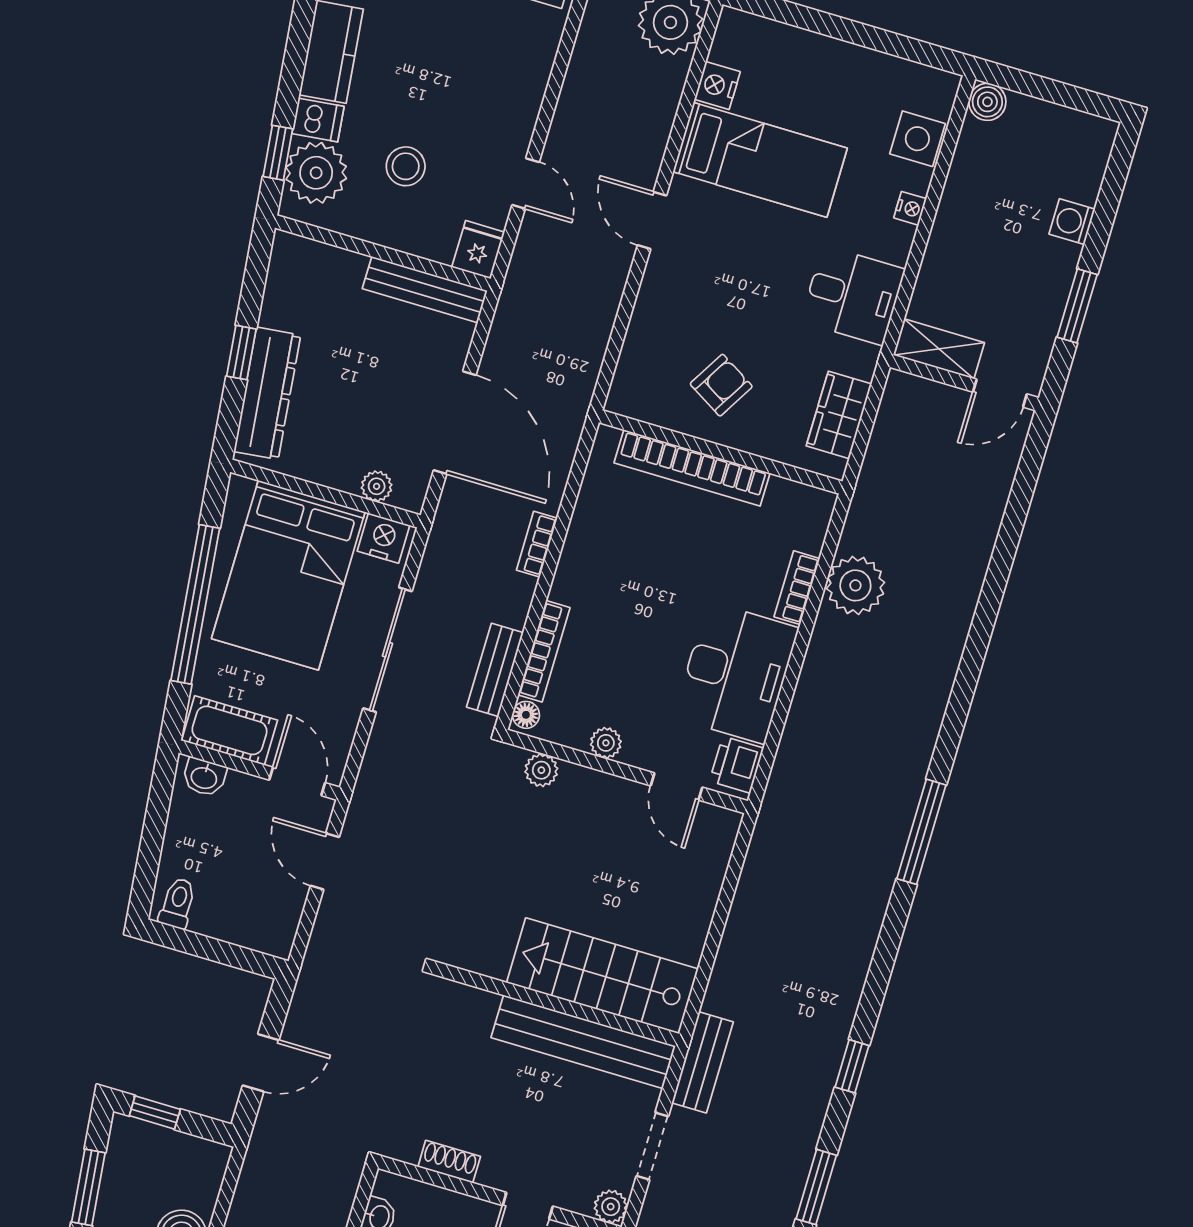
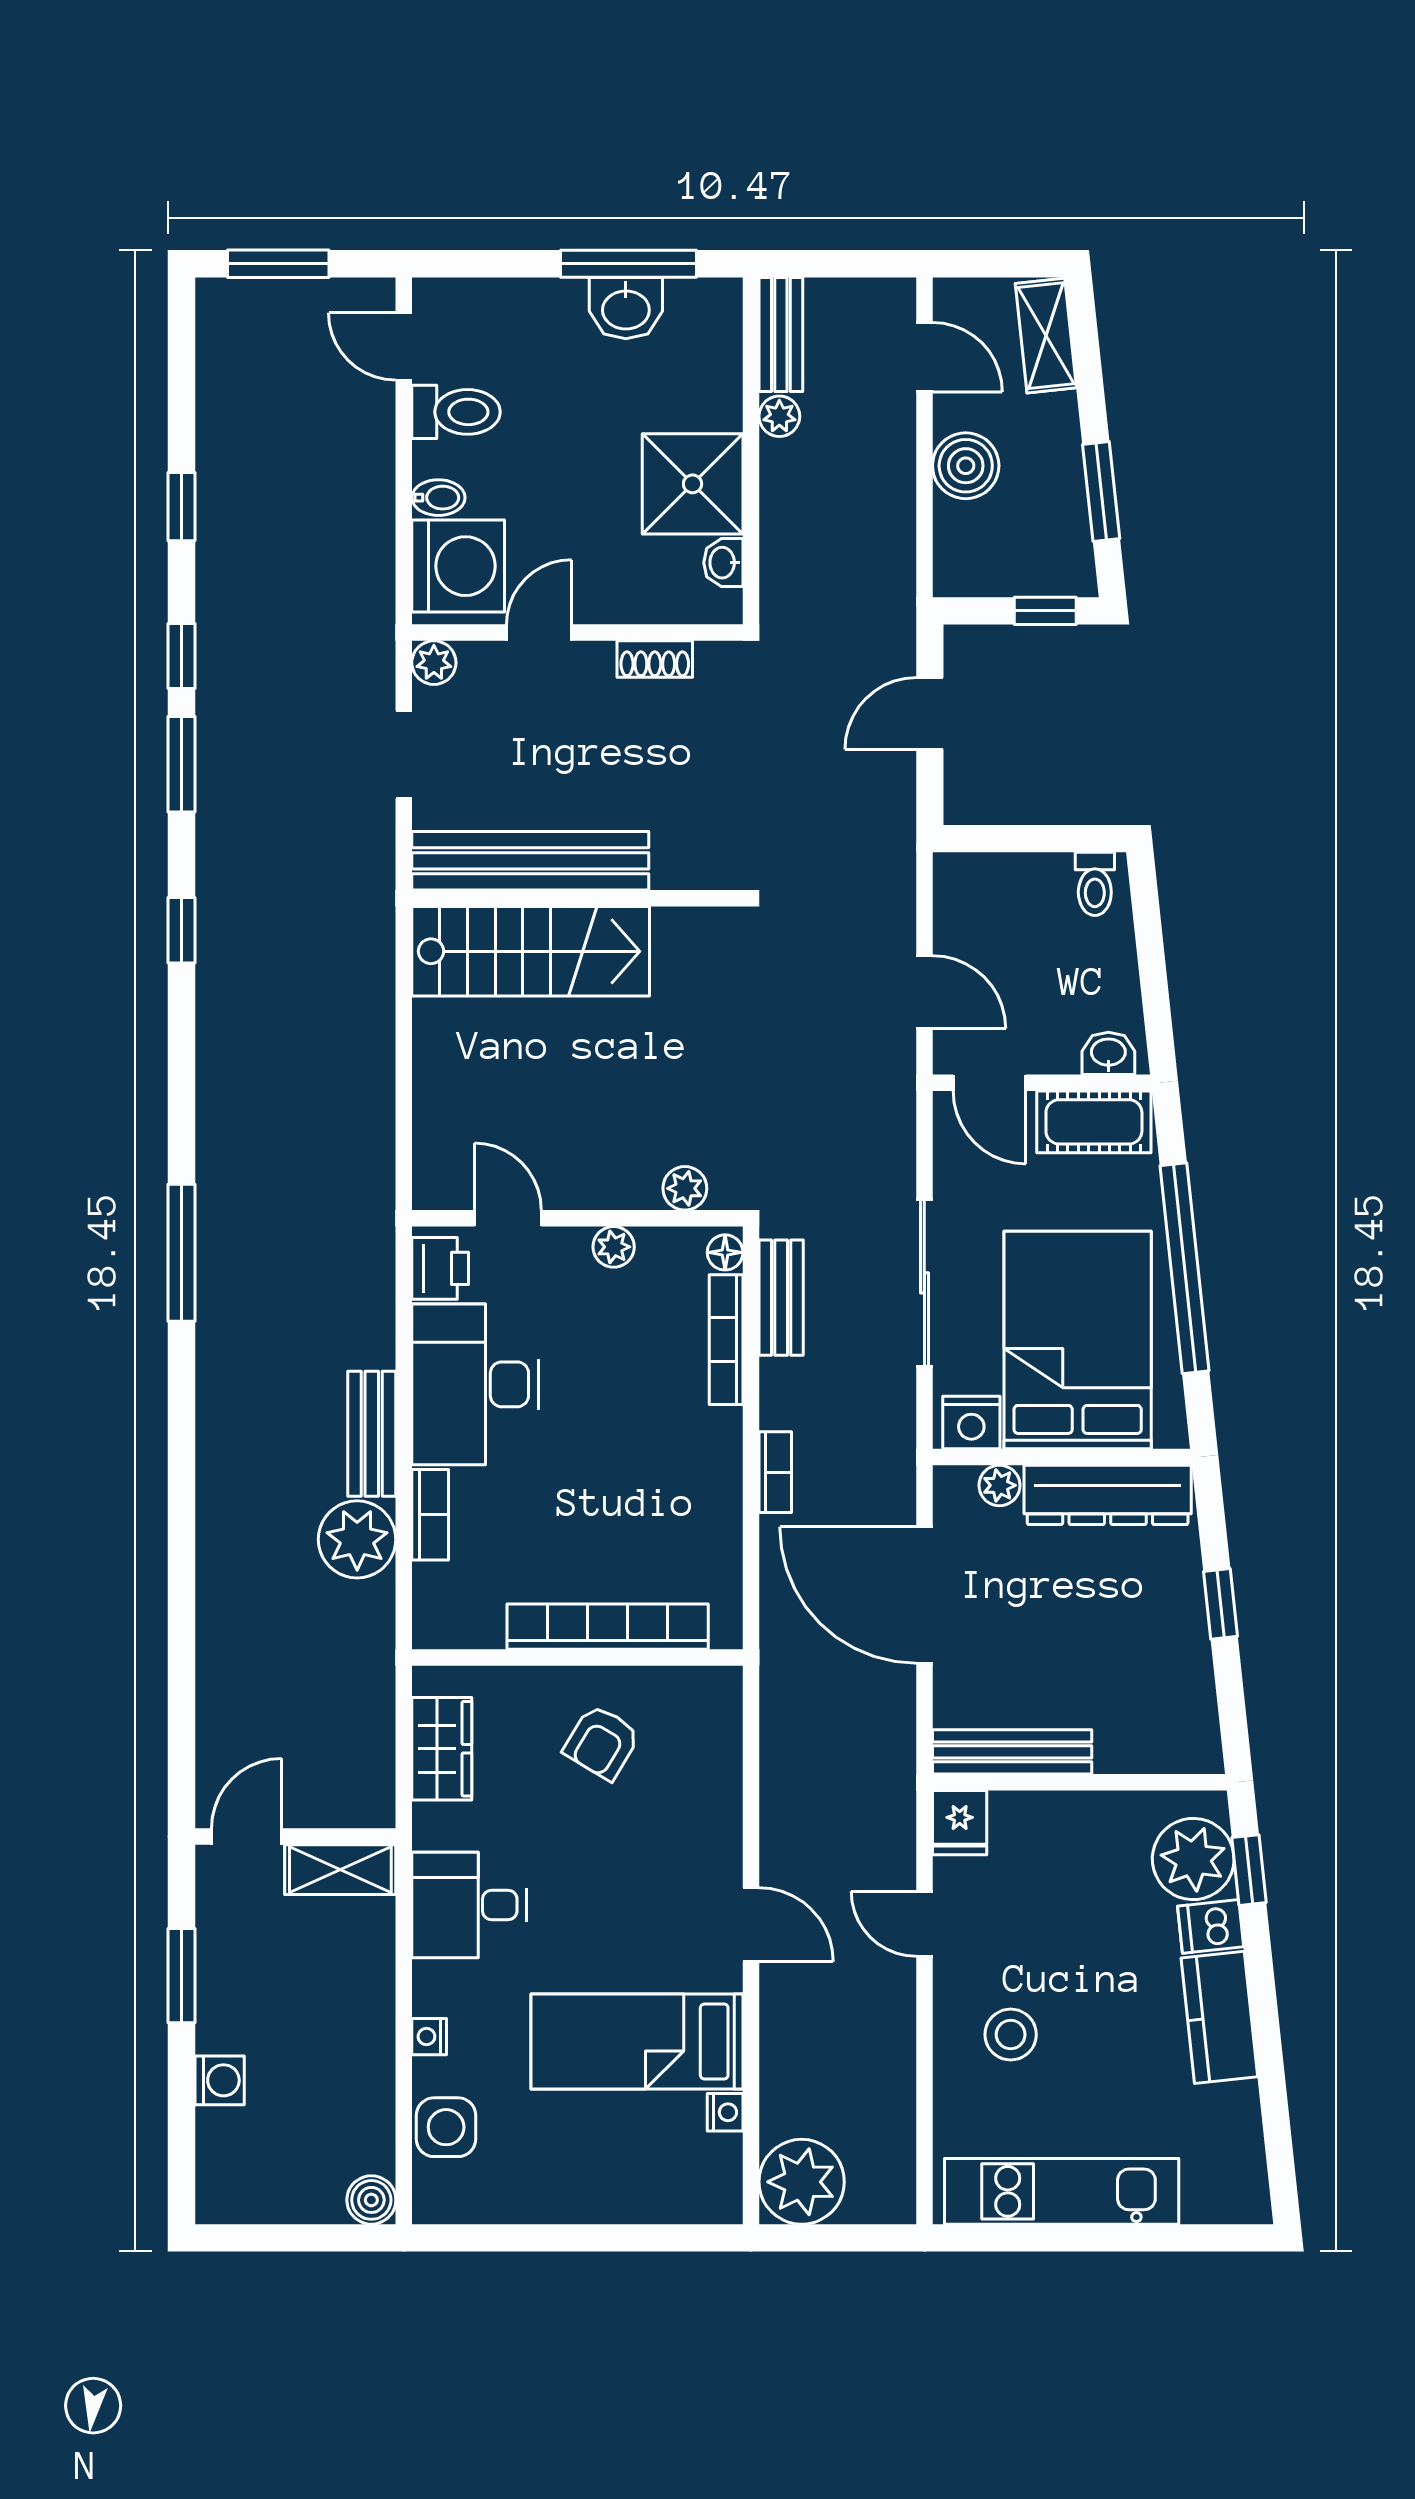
nightstand: (717, 85) -> (725, 2112), width x0.72, depth x0.74
stool: (406, 166) -> (1011, 2035), moved
dresser: (267, 393) -> (1108, 1495), moved, turned -84
bench: (703, 1062) -> (372, 1434), moved

